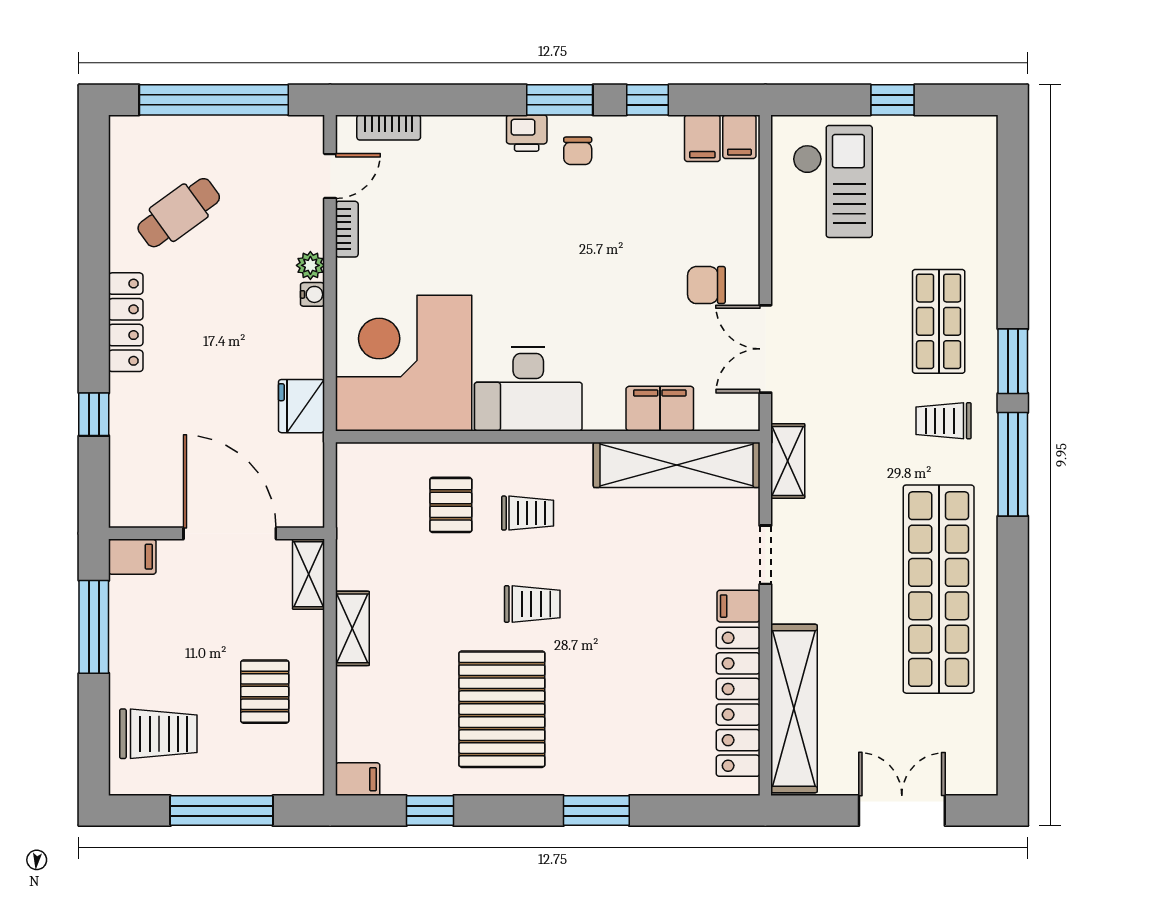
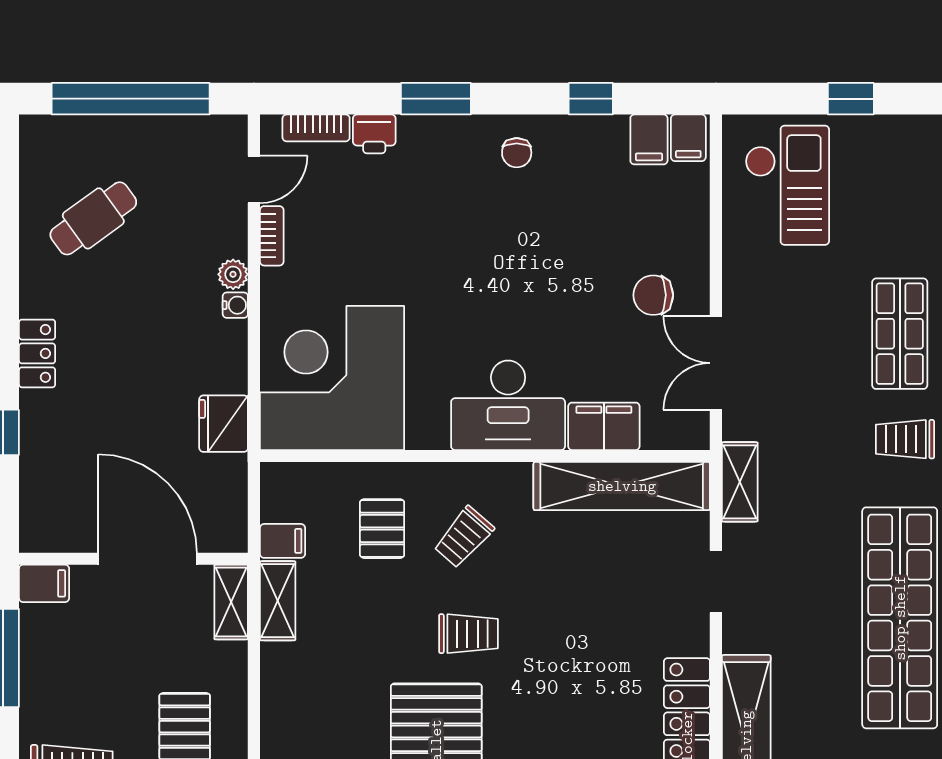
window: (560, 100) -> (436, 99), moved
printer: (527, 133) -> (374, 134), moved
locker: (126, 322) -> (37, 353), width x0.66
desk: (528, 389) -> (508, 405), moved
trolley: (528, 513) -> (464, 537), turned 131
filing cabinet: (738, 606) -> (282, 541), moved, turned 180
shelving: (352, 628) -> (278, 601), moved

